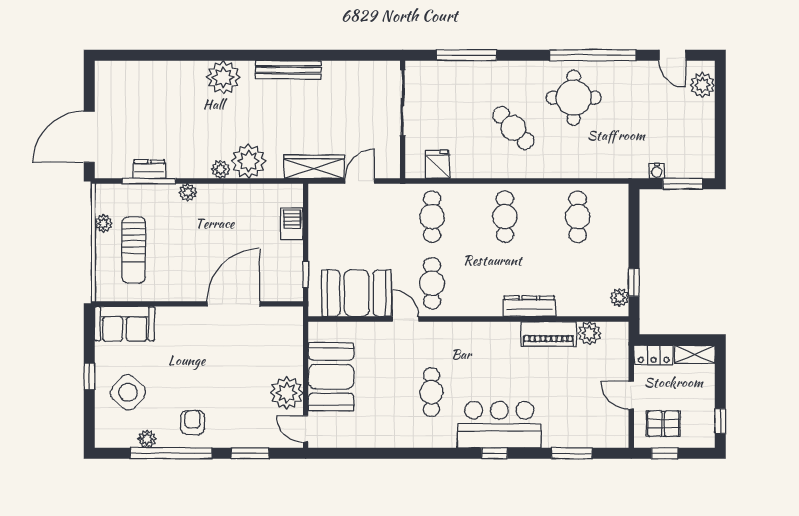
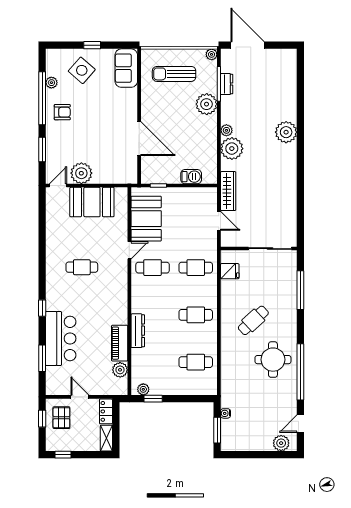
bench: (288, 70) -> (291, 174), removed
plant: (188, 192) -> (207, 104), width x1.88, depth x1.88
plant: (104, 223) -> (212, 54), moved
door: (631, 395) -> (80, 397), hinge flipped
bar counter: (499, 425) -> (61, 338), moved

